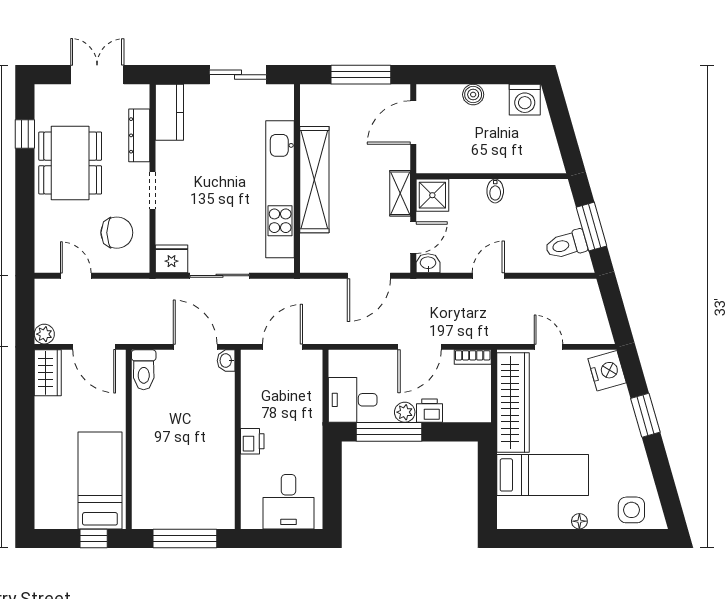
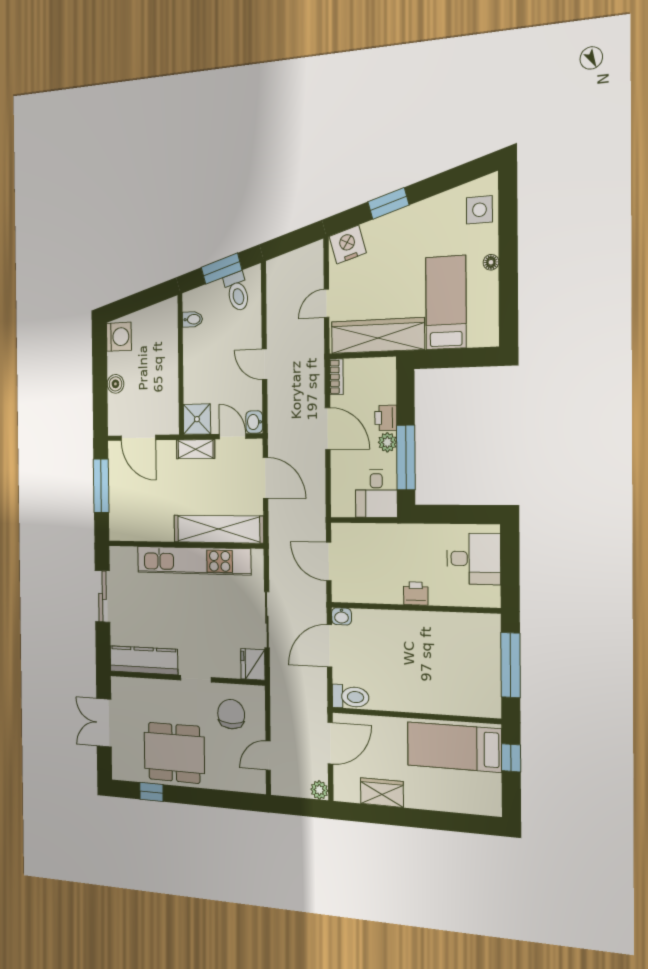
kitchen counter: (169, 112) -> (144, 660), width x1.50
dresser: (139, 135) -> (151, 688), removed
shelving: (314, 180) -> (218, 529), moved
bidet: (495, 191) -> (192, 319), moved
wardrobe: (48, 373) -> (382, 792), moved

